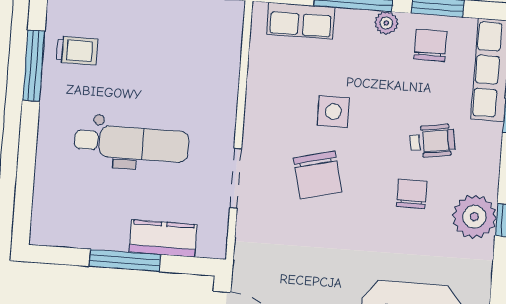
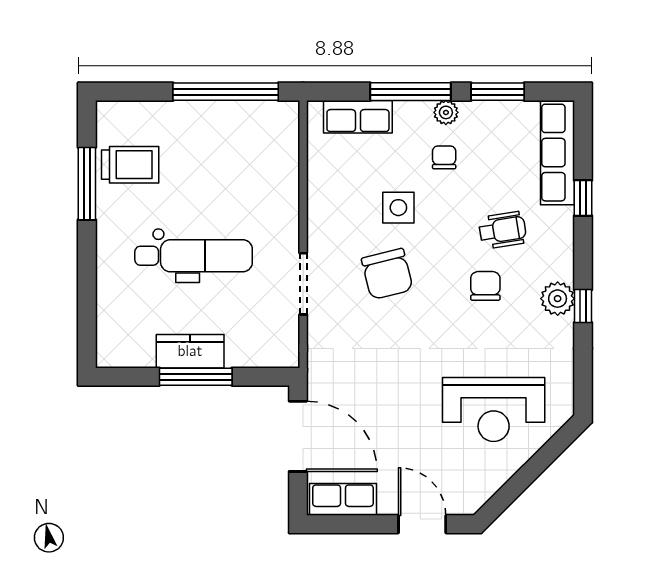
chair: (430, 45) -> (444, 157), moved, width x0.73, depth x0.73
trolley: (77, 51) -> (130, 165), width x1.36, depth x1.39
plant: (474, 217) -> (558, 299), width x0.73, depth x0.73
kitchen counter: (163, 238) -> (190, 351), moved

